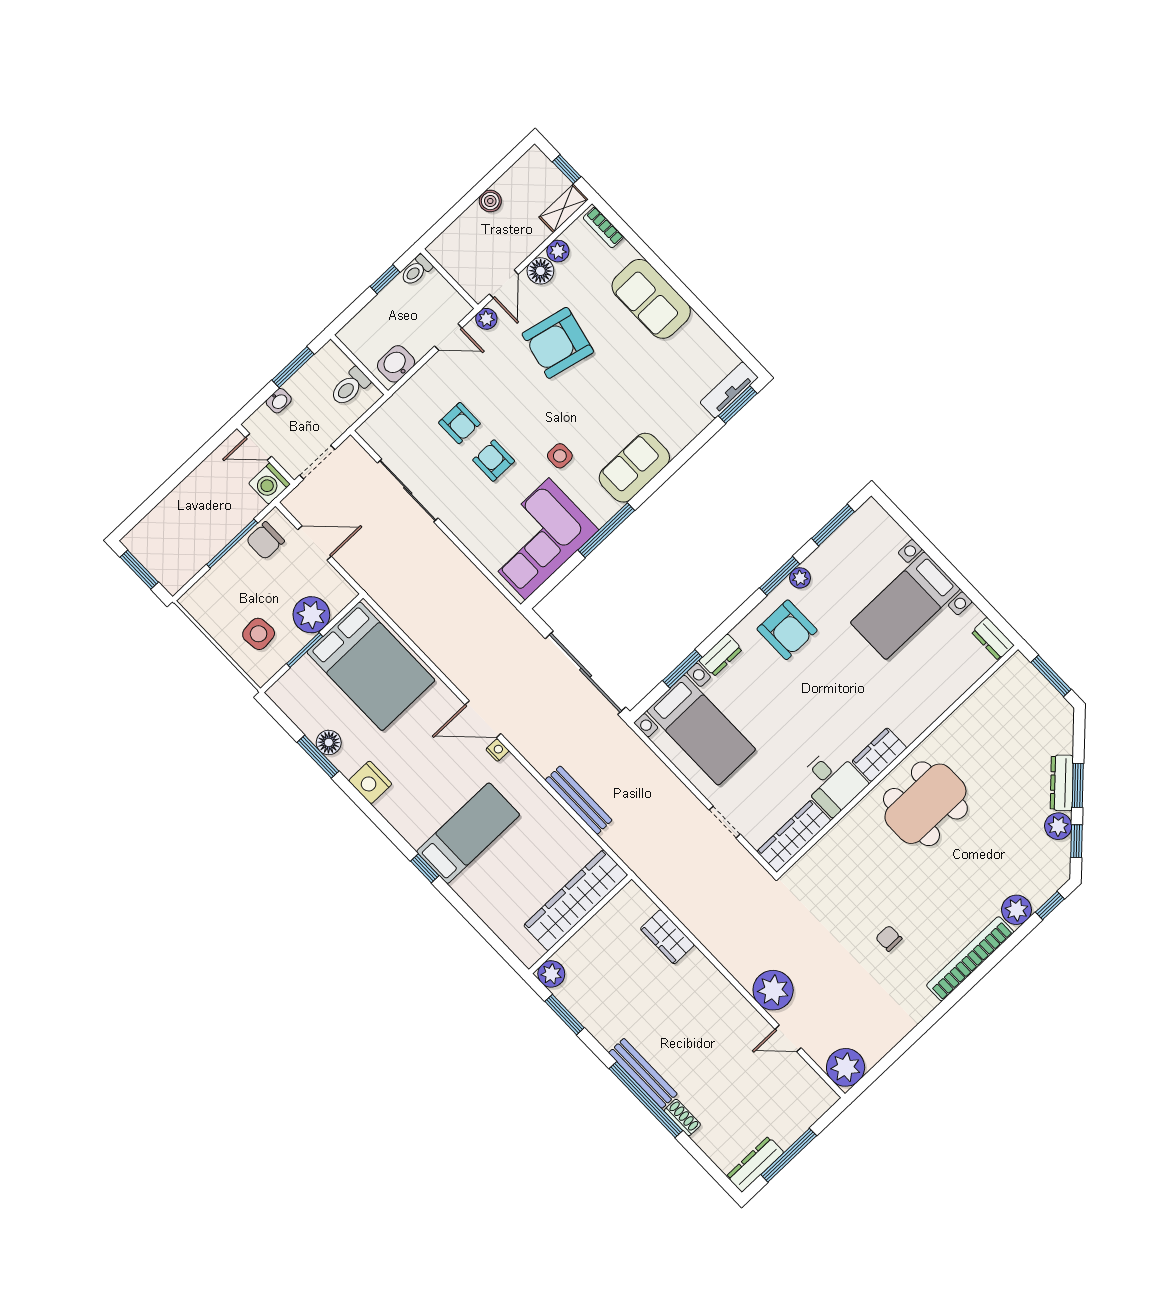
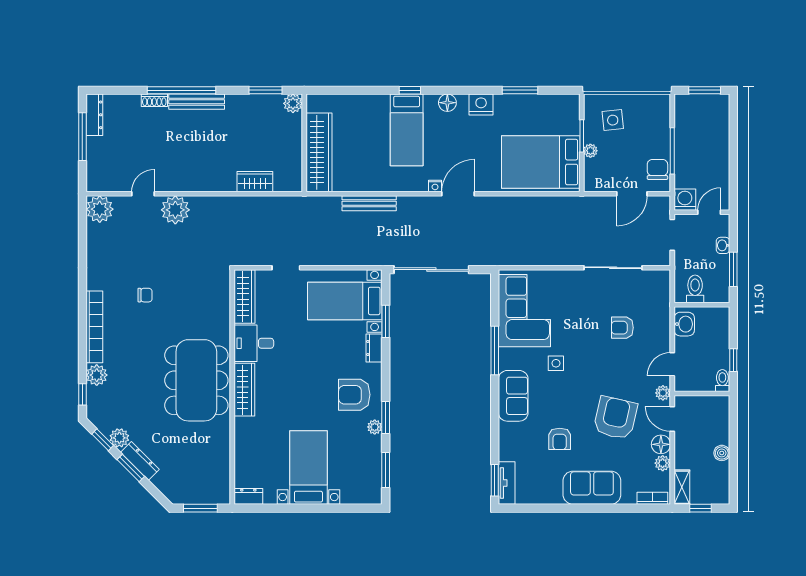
armchair: (494, 461) -> (560, 439), moved, turned 90
plant: (311, 615) -> (590, 151), width x0.53, depth x0.53
floor lamp: (329, 742) -> (447, 103), moved
wardrobe: (879, 755) -> (244, 390), width x1.50
dining table: (925, 804) -> (196, 380), width x1.36, depth x1.24

